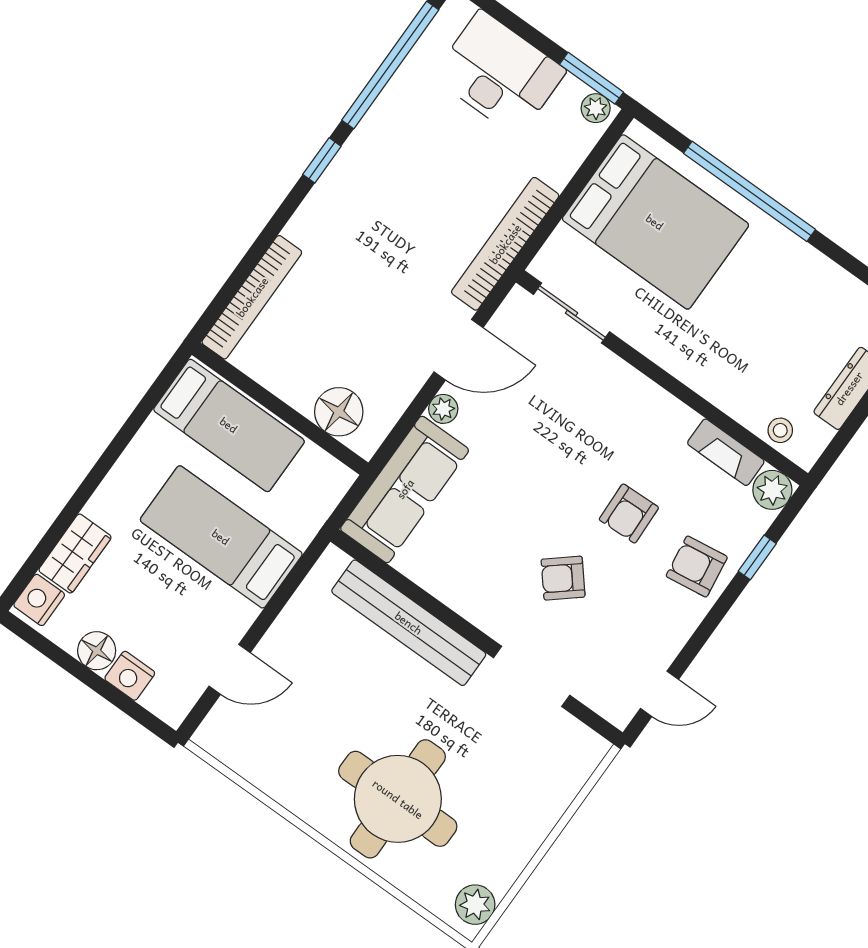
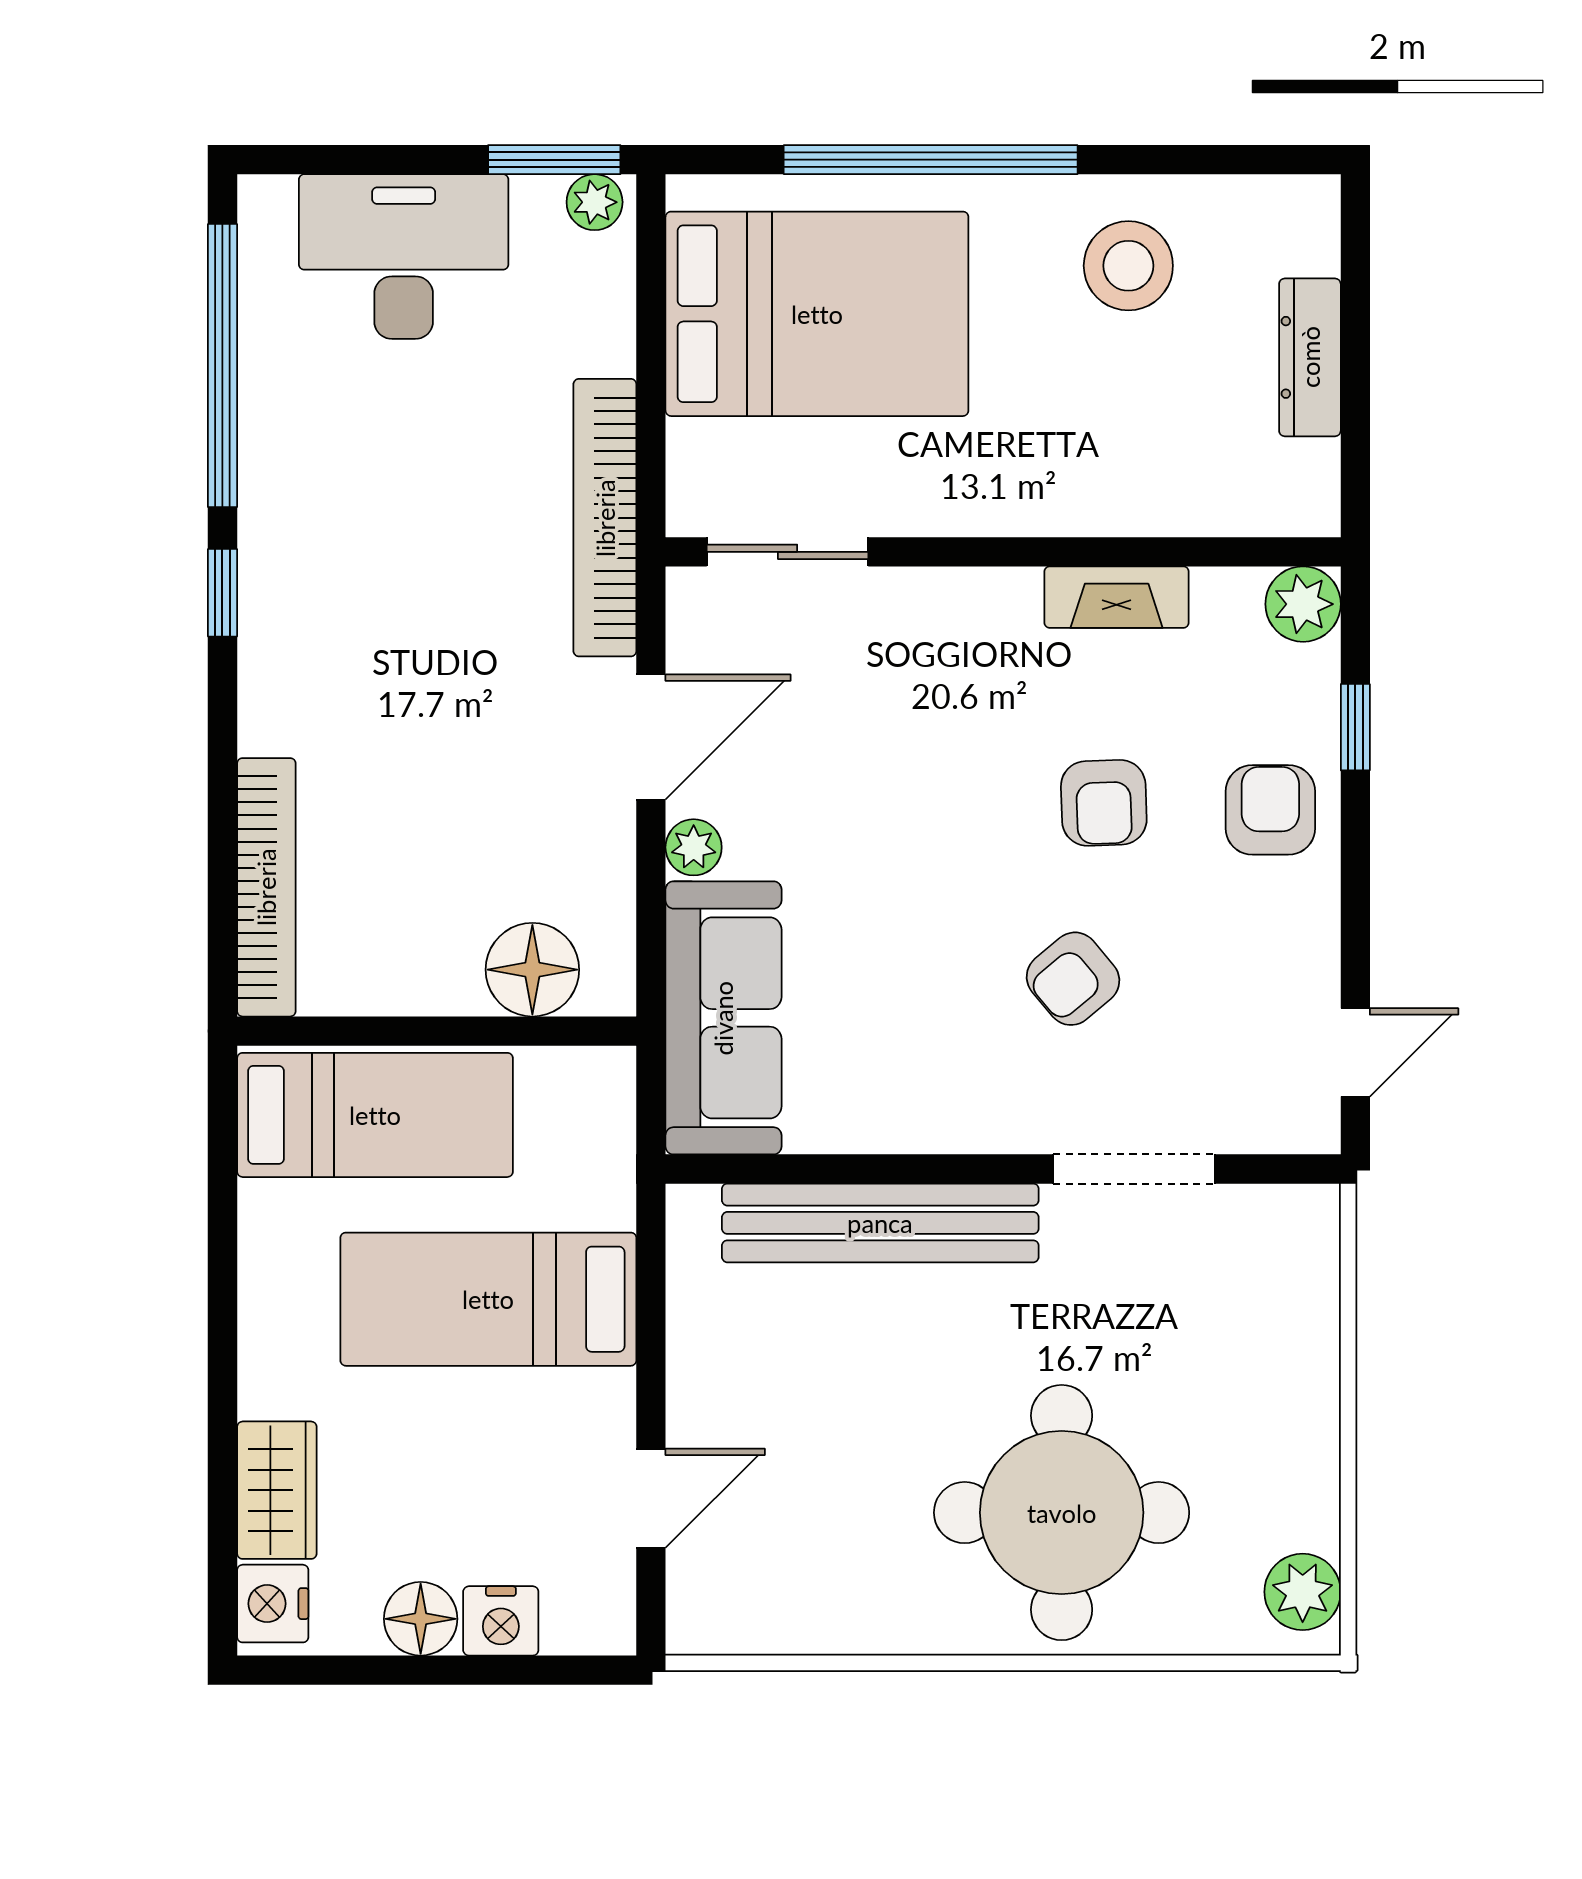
stool: (780, 430) -> (1128, 266), moved, width x1.89, depth x1.89
fireplace: (726, 452) -> (1117, 597), moved
armchair: (697, 567) -> (1270, 810), turned 98

